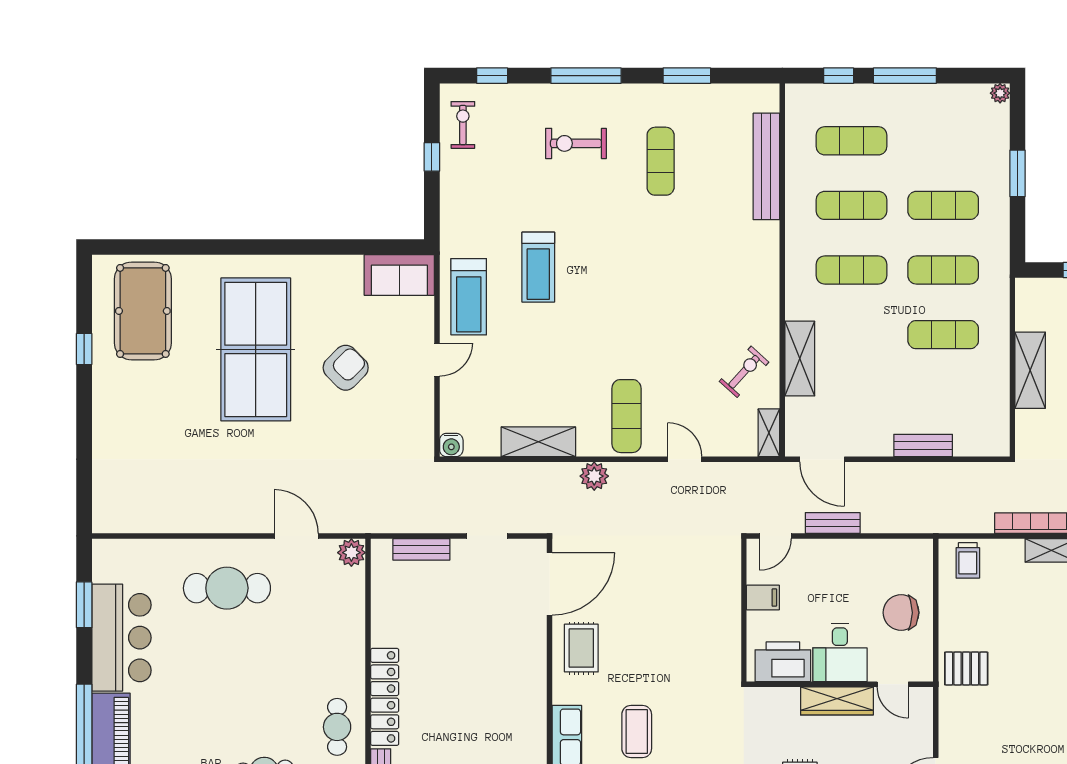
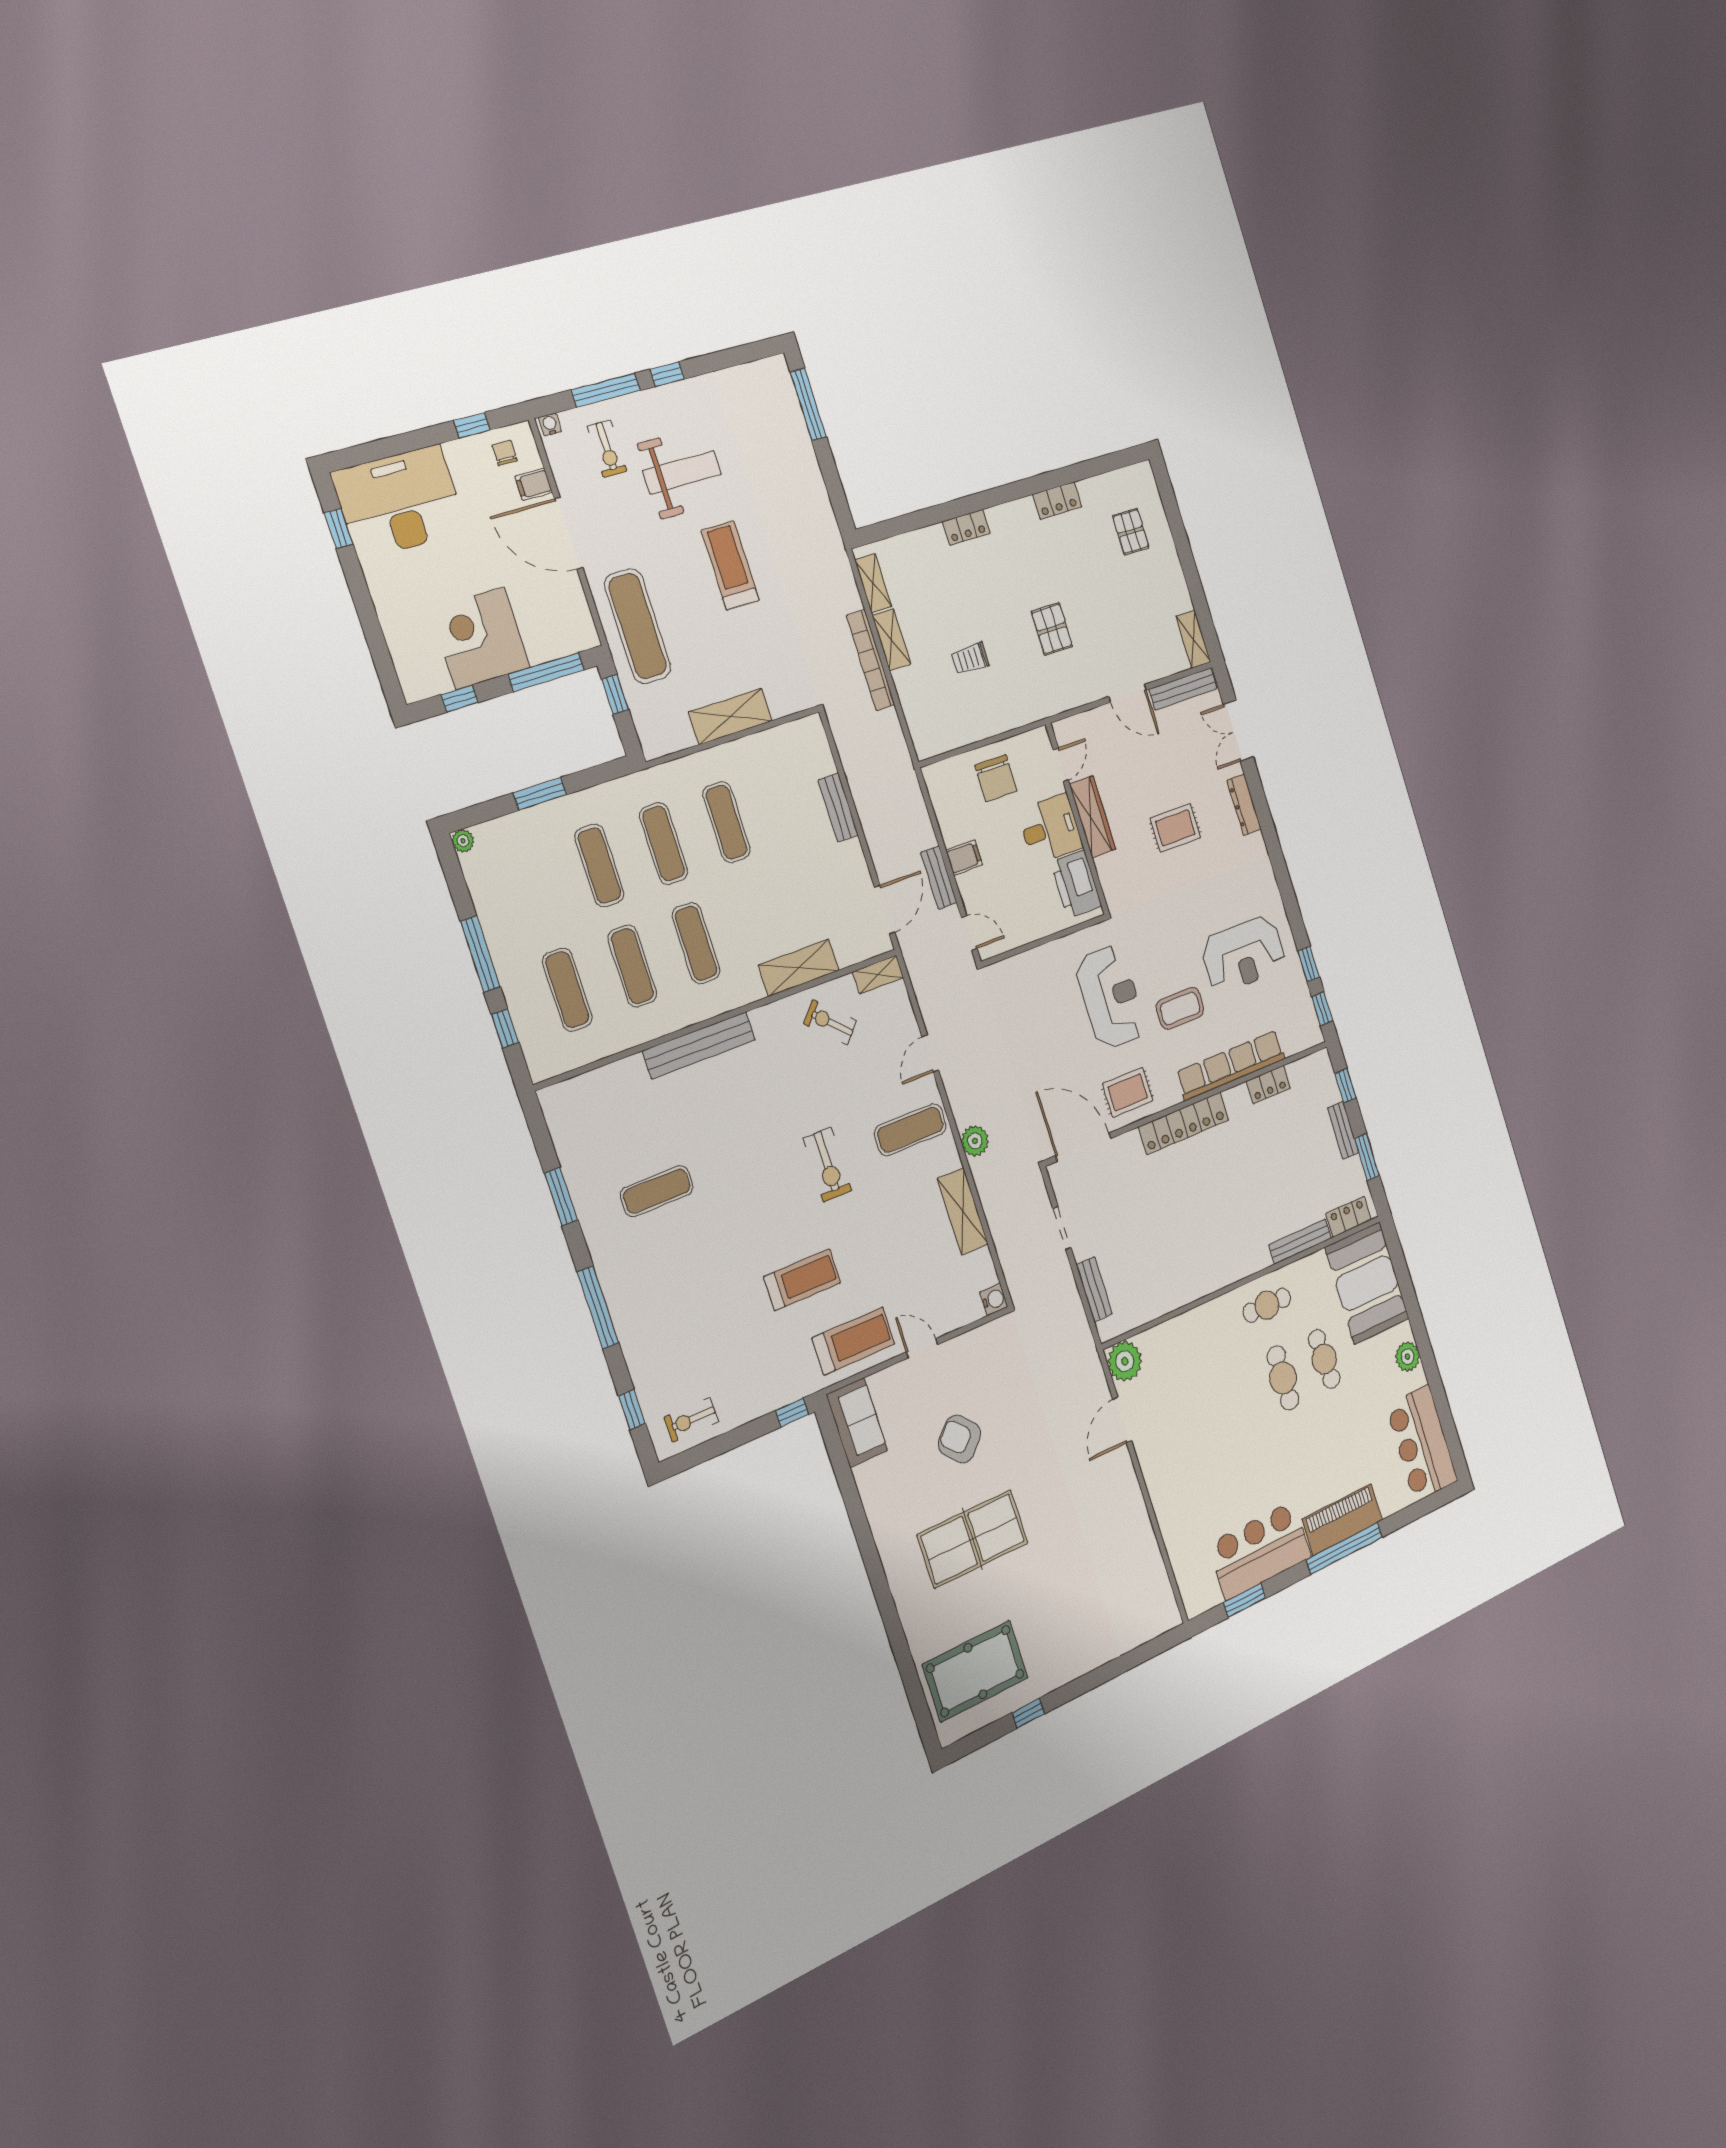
exercise bike: (576, 143) -> (827, 1165), moved
window: (432, 157) -> (792, 1413), moved
bench: (766, 166) -> (699, 1045), moved
table tennis table: (256, 349) -> (973, 1539), width x0.73, depth x0.76
plant: (351, 553) -> (1125, 1361), width x1.36, depth x1.36
trolley: (968, 560) -> (970, 659), moved, turned 180
cafe table: (227, 588) -> (1283, 1378), moved, width x0.73, depth x0.74
filing cabinet: (763, 598) -> (964, 858), moved, turned 90
reception desk: (672, 661) -> (1111, 997), added
pallet: (966, 668) -> (1052, 629), moved
locker: (385, 697) -> (1184, 1123), moved, turned 180

